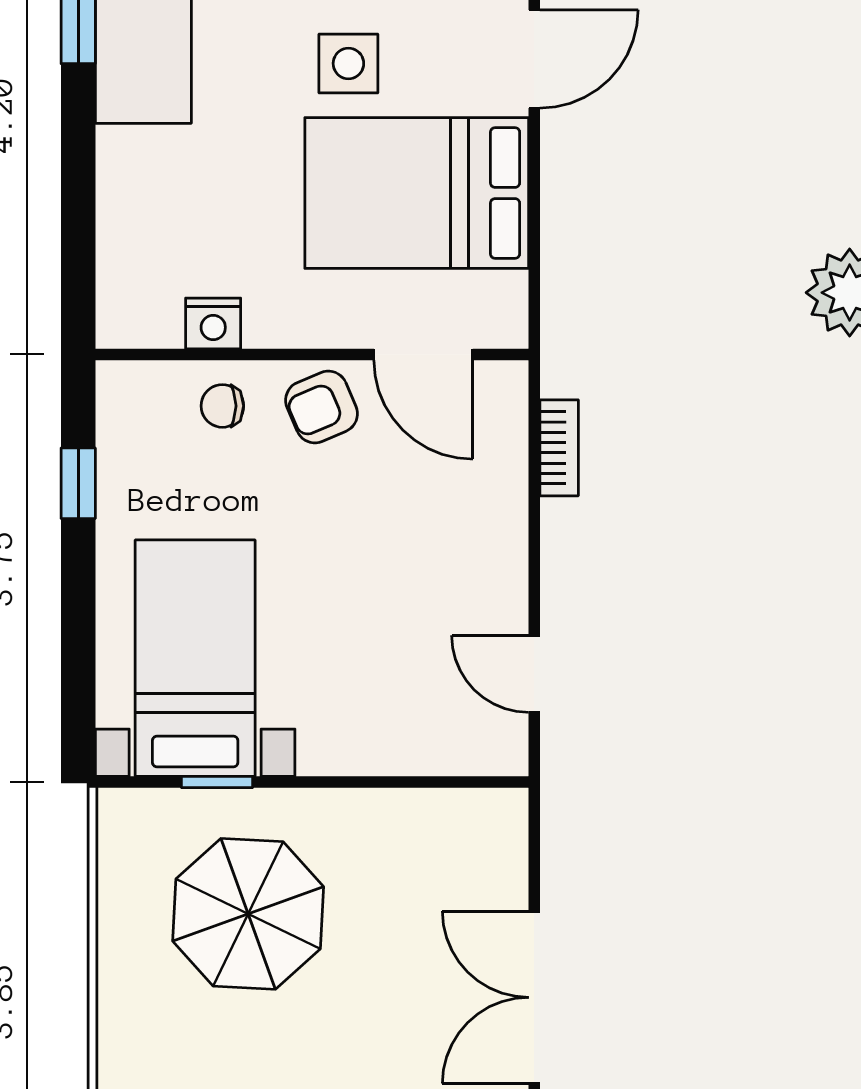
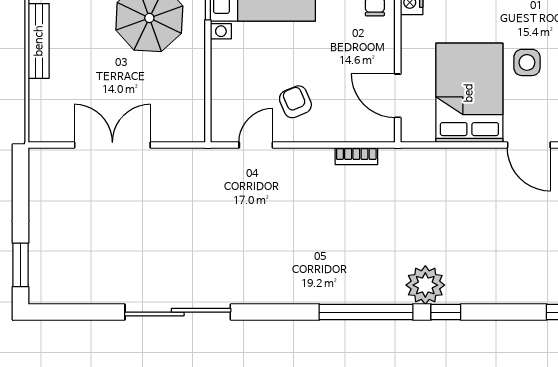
door: (423, 354) -> (398, 96), hinge flipped
armchair: (322, 407) -> (295, 102), moved

